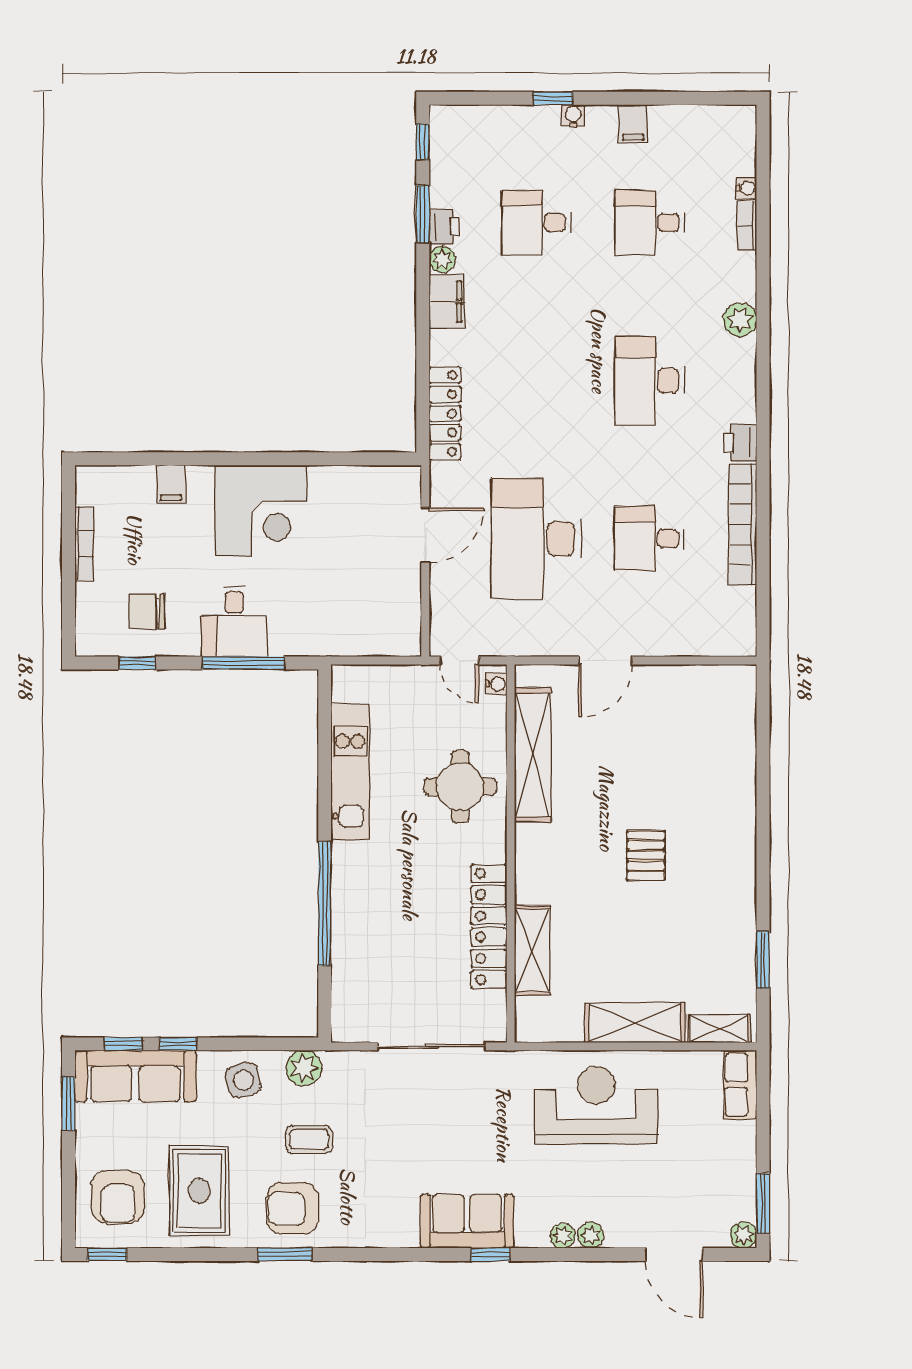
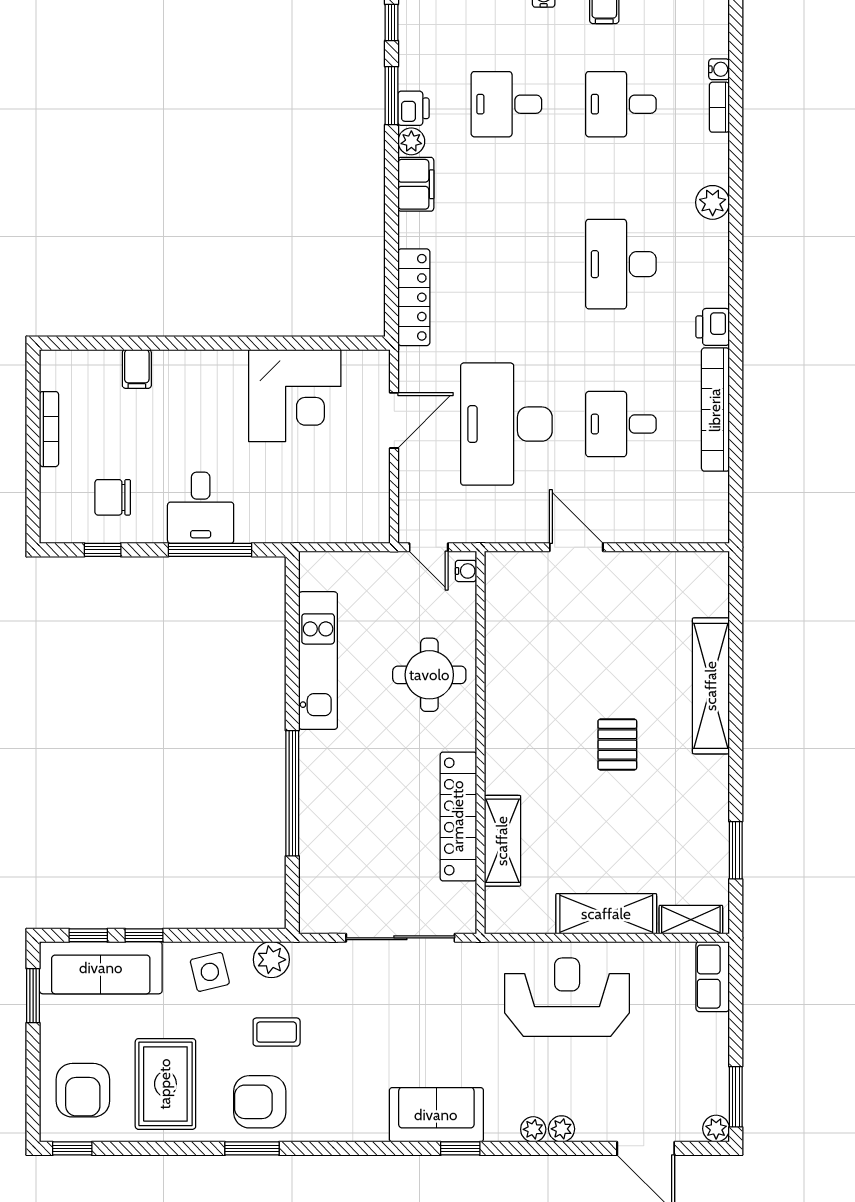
corner desk: (261, 511) -> (295, 396), moved
door: (605, 661) -> (576, 547), swing flipped
shelving: (533, 755) -> (711, 686), moved

